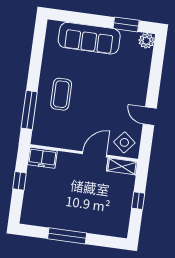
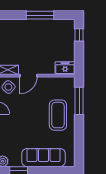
coffee table: (61, 94) -> (58, 115), width x1.36, depth x1.32
window: (20, 181) -> (79, 35), moved

